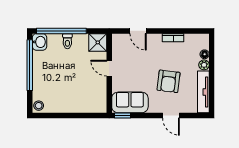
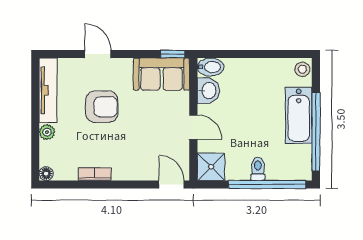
door: (138, 31) -> (171, 184), moved
washbasin: (39, 42) -> (208, 91), moved, turned 180
floor lamp: (205, 54) -> (46, 174), moved
bathtub: (41, 76) -> (299, 115), added
armchair: (169, 81) -> (102, 107), turned 83
bidet: (98, 107) -> (210, 67), added

